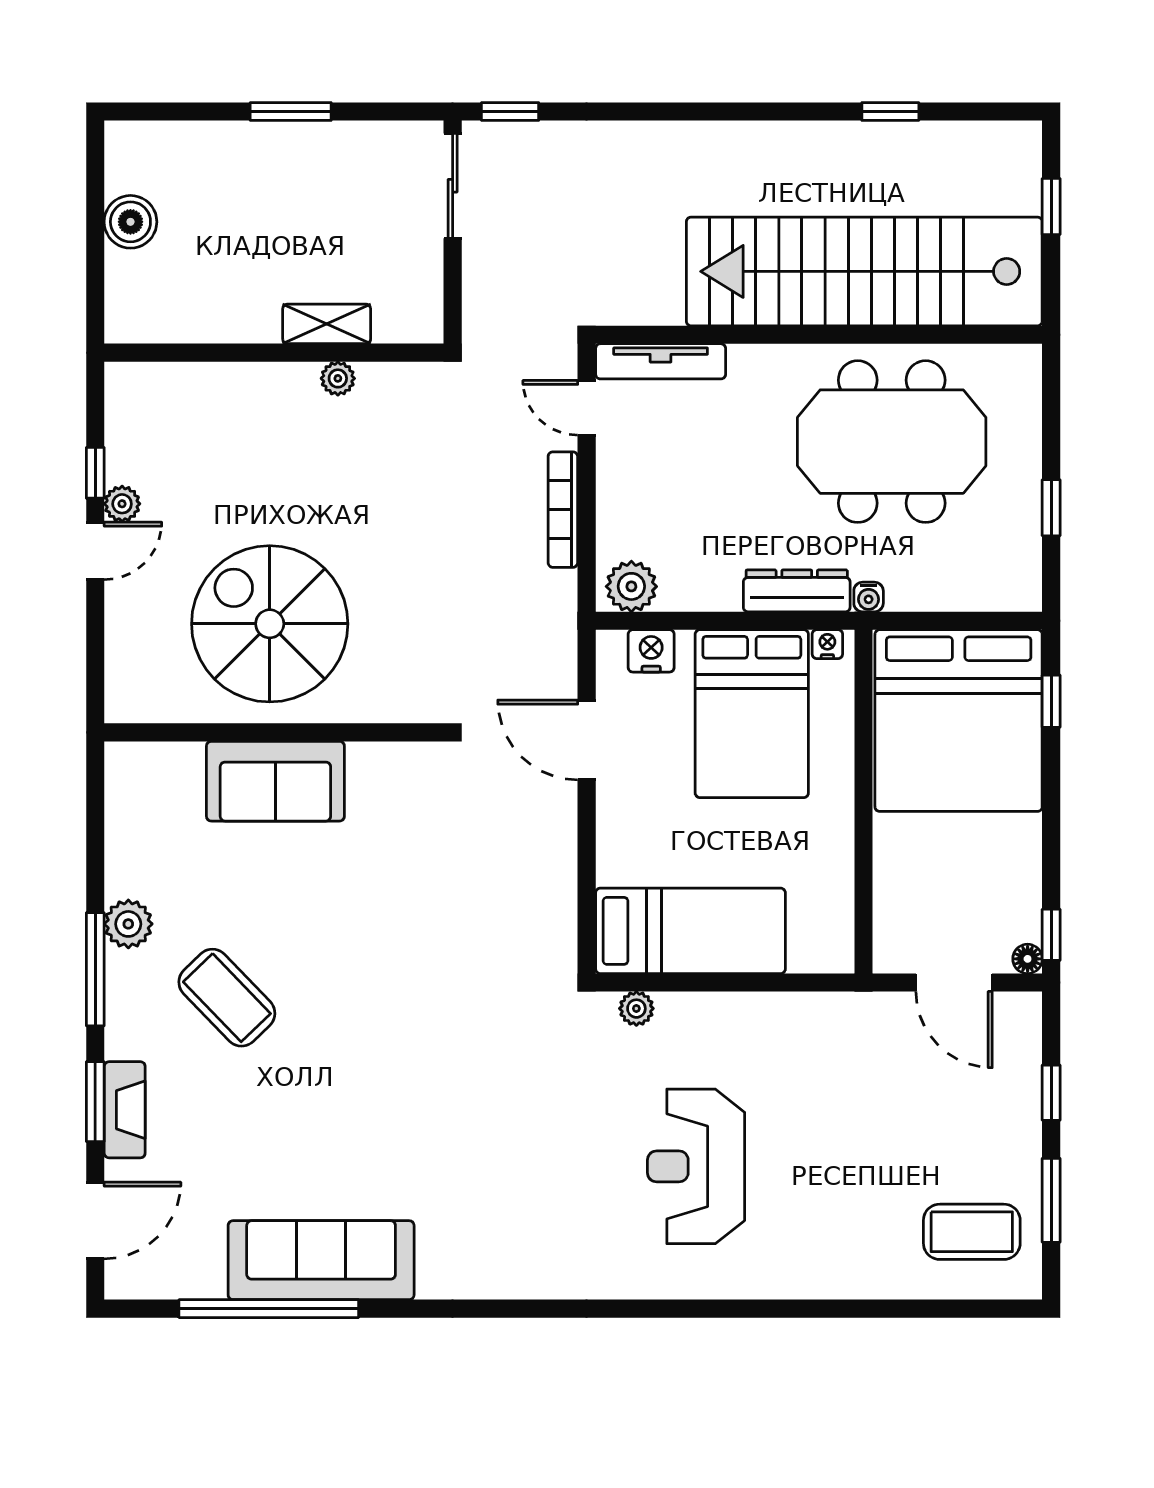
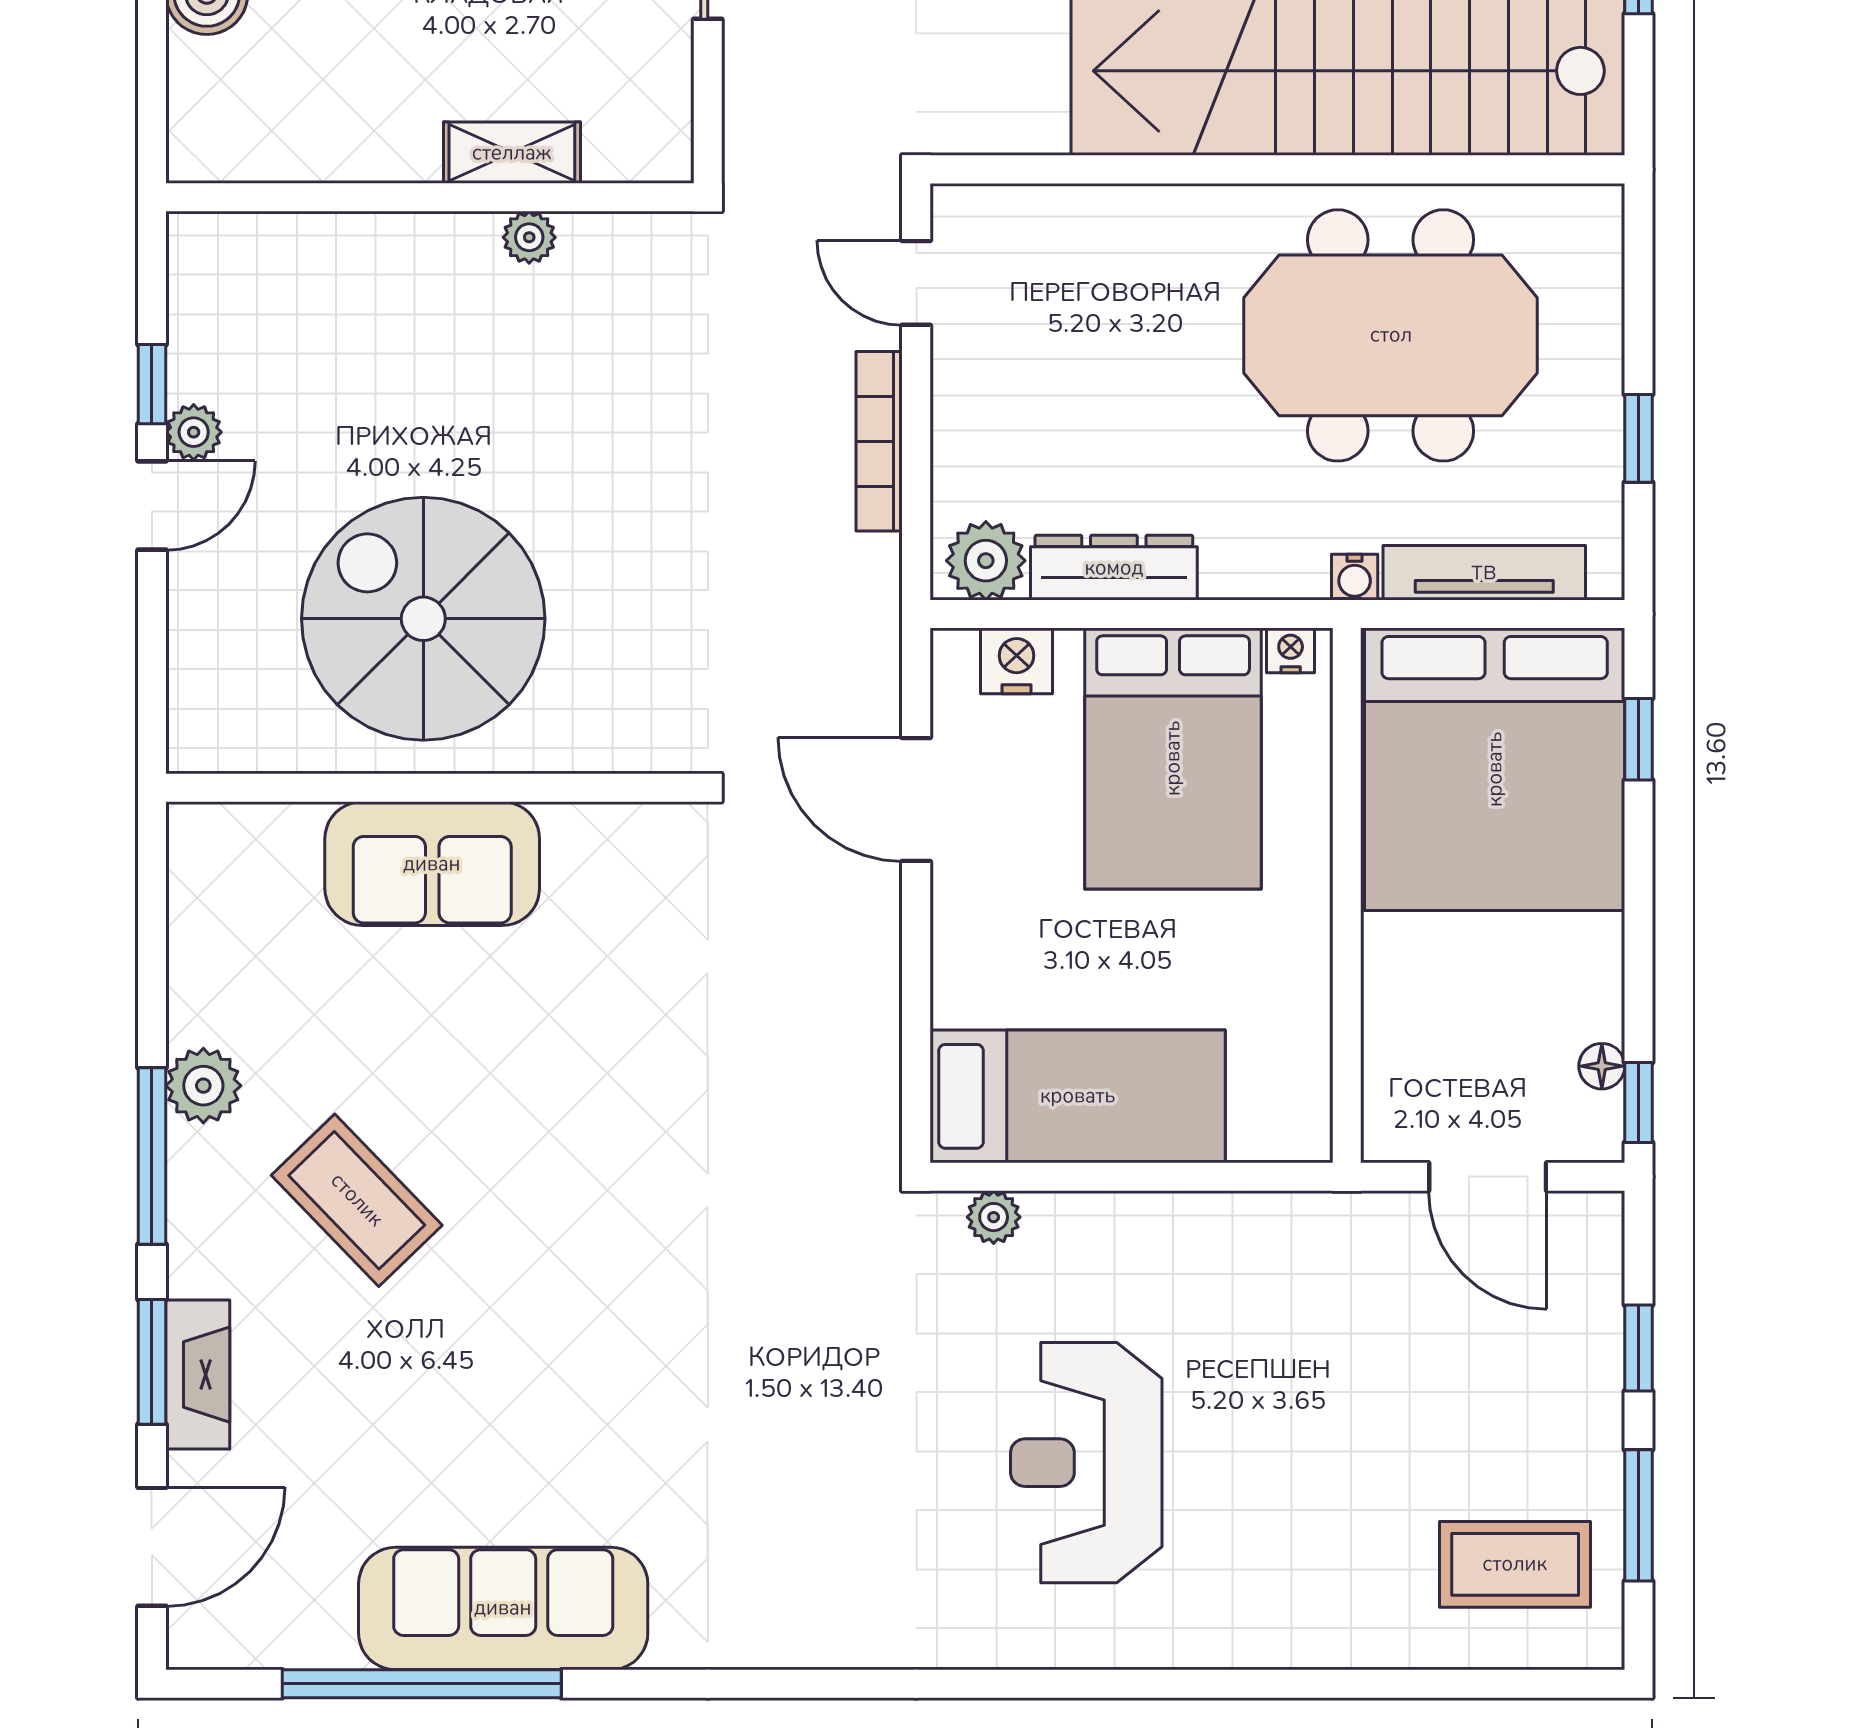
tv unit: (661, 361) -> (1484, 573), moved, turned 180
dresser: (797, 591) -> (1114, 568), moved
floor lamp: (1028, 959) -> (1602, 1066), moved

